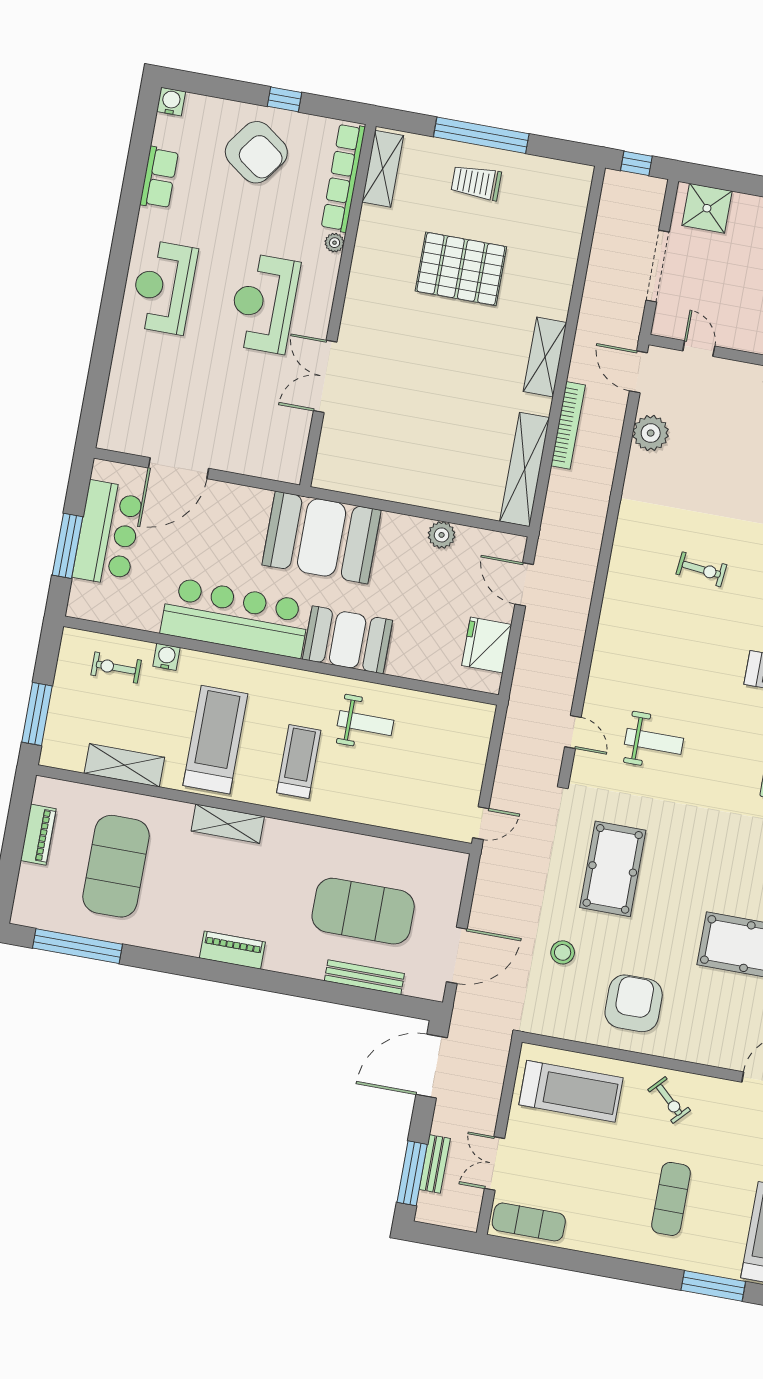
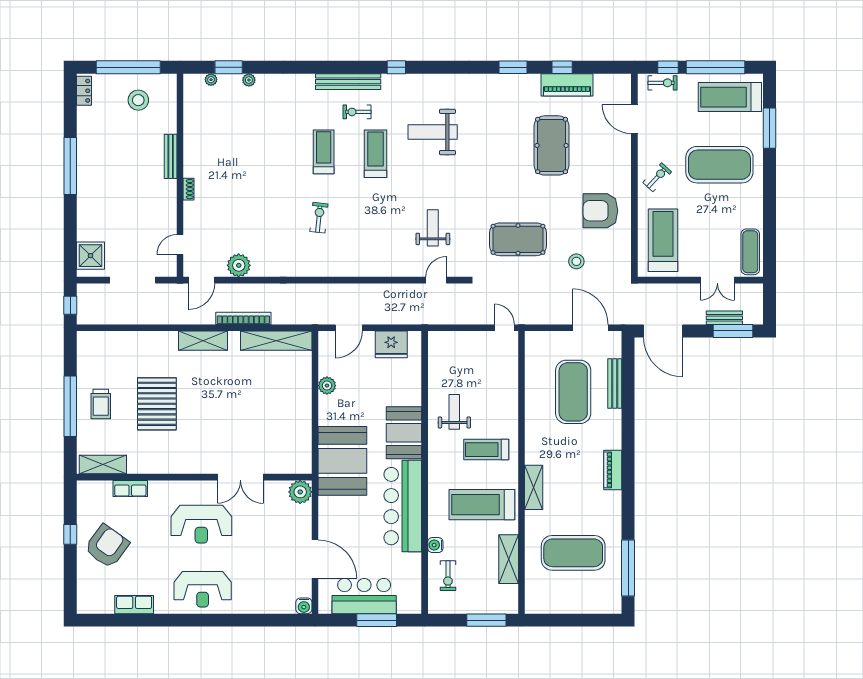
water cooler: (171, 102) -> (304, 606), moved, turned -90
row of seats: (343, 178) -> (130, 489), width x0.50
plant: (335, 243) -> (300, 492), moved, width x1.88, depth x1.88
piano: (38, 835) -> (562, 606), removed
exercise mat: (671, 1199) -> (719, 165), width x2.00, depth x1.45

